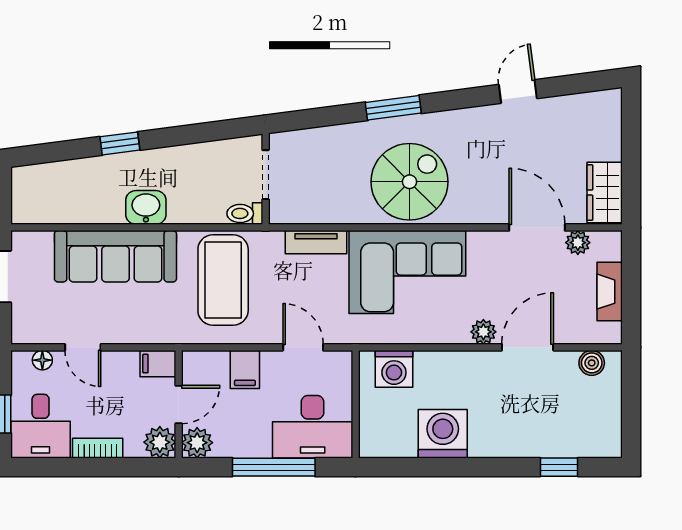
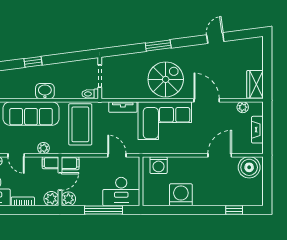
door: (537, 227) -> (207, 100), moved
plant: (483, 332) -> (44, 148), moved
boiler: (592, 363) -> (249, 167), width x1.86, depth x1.86
filing cabinet: (245, 369) -> (70, 163), moved, turned -90

